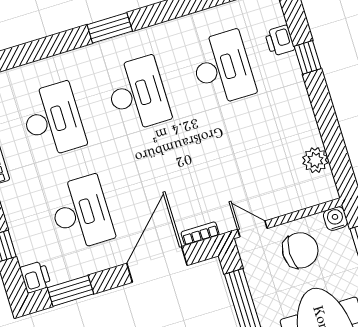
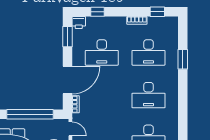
window: (110, 28) -> (183, 59), moved
door: (252, 229) -> (70, 129), hinge flipped
door: (157, 264) -> (67, 80), hinge flipped

